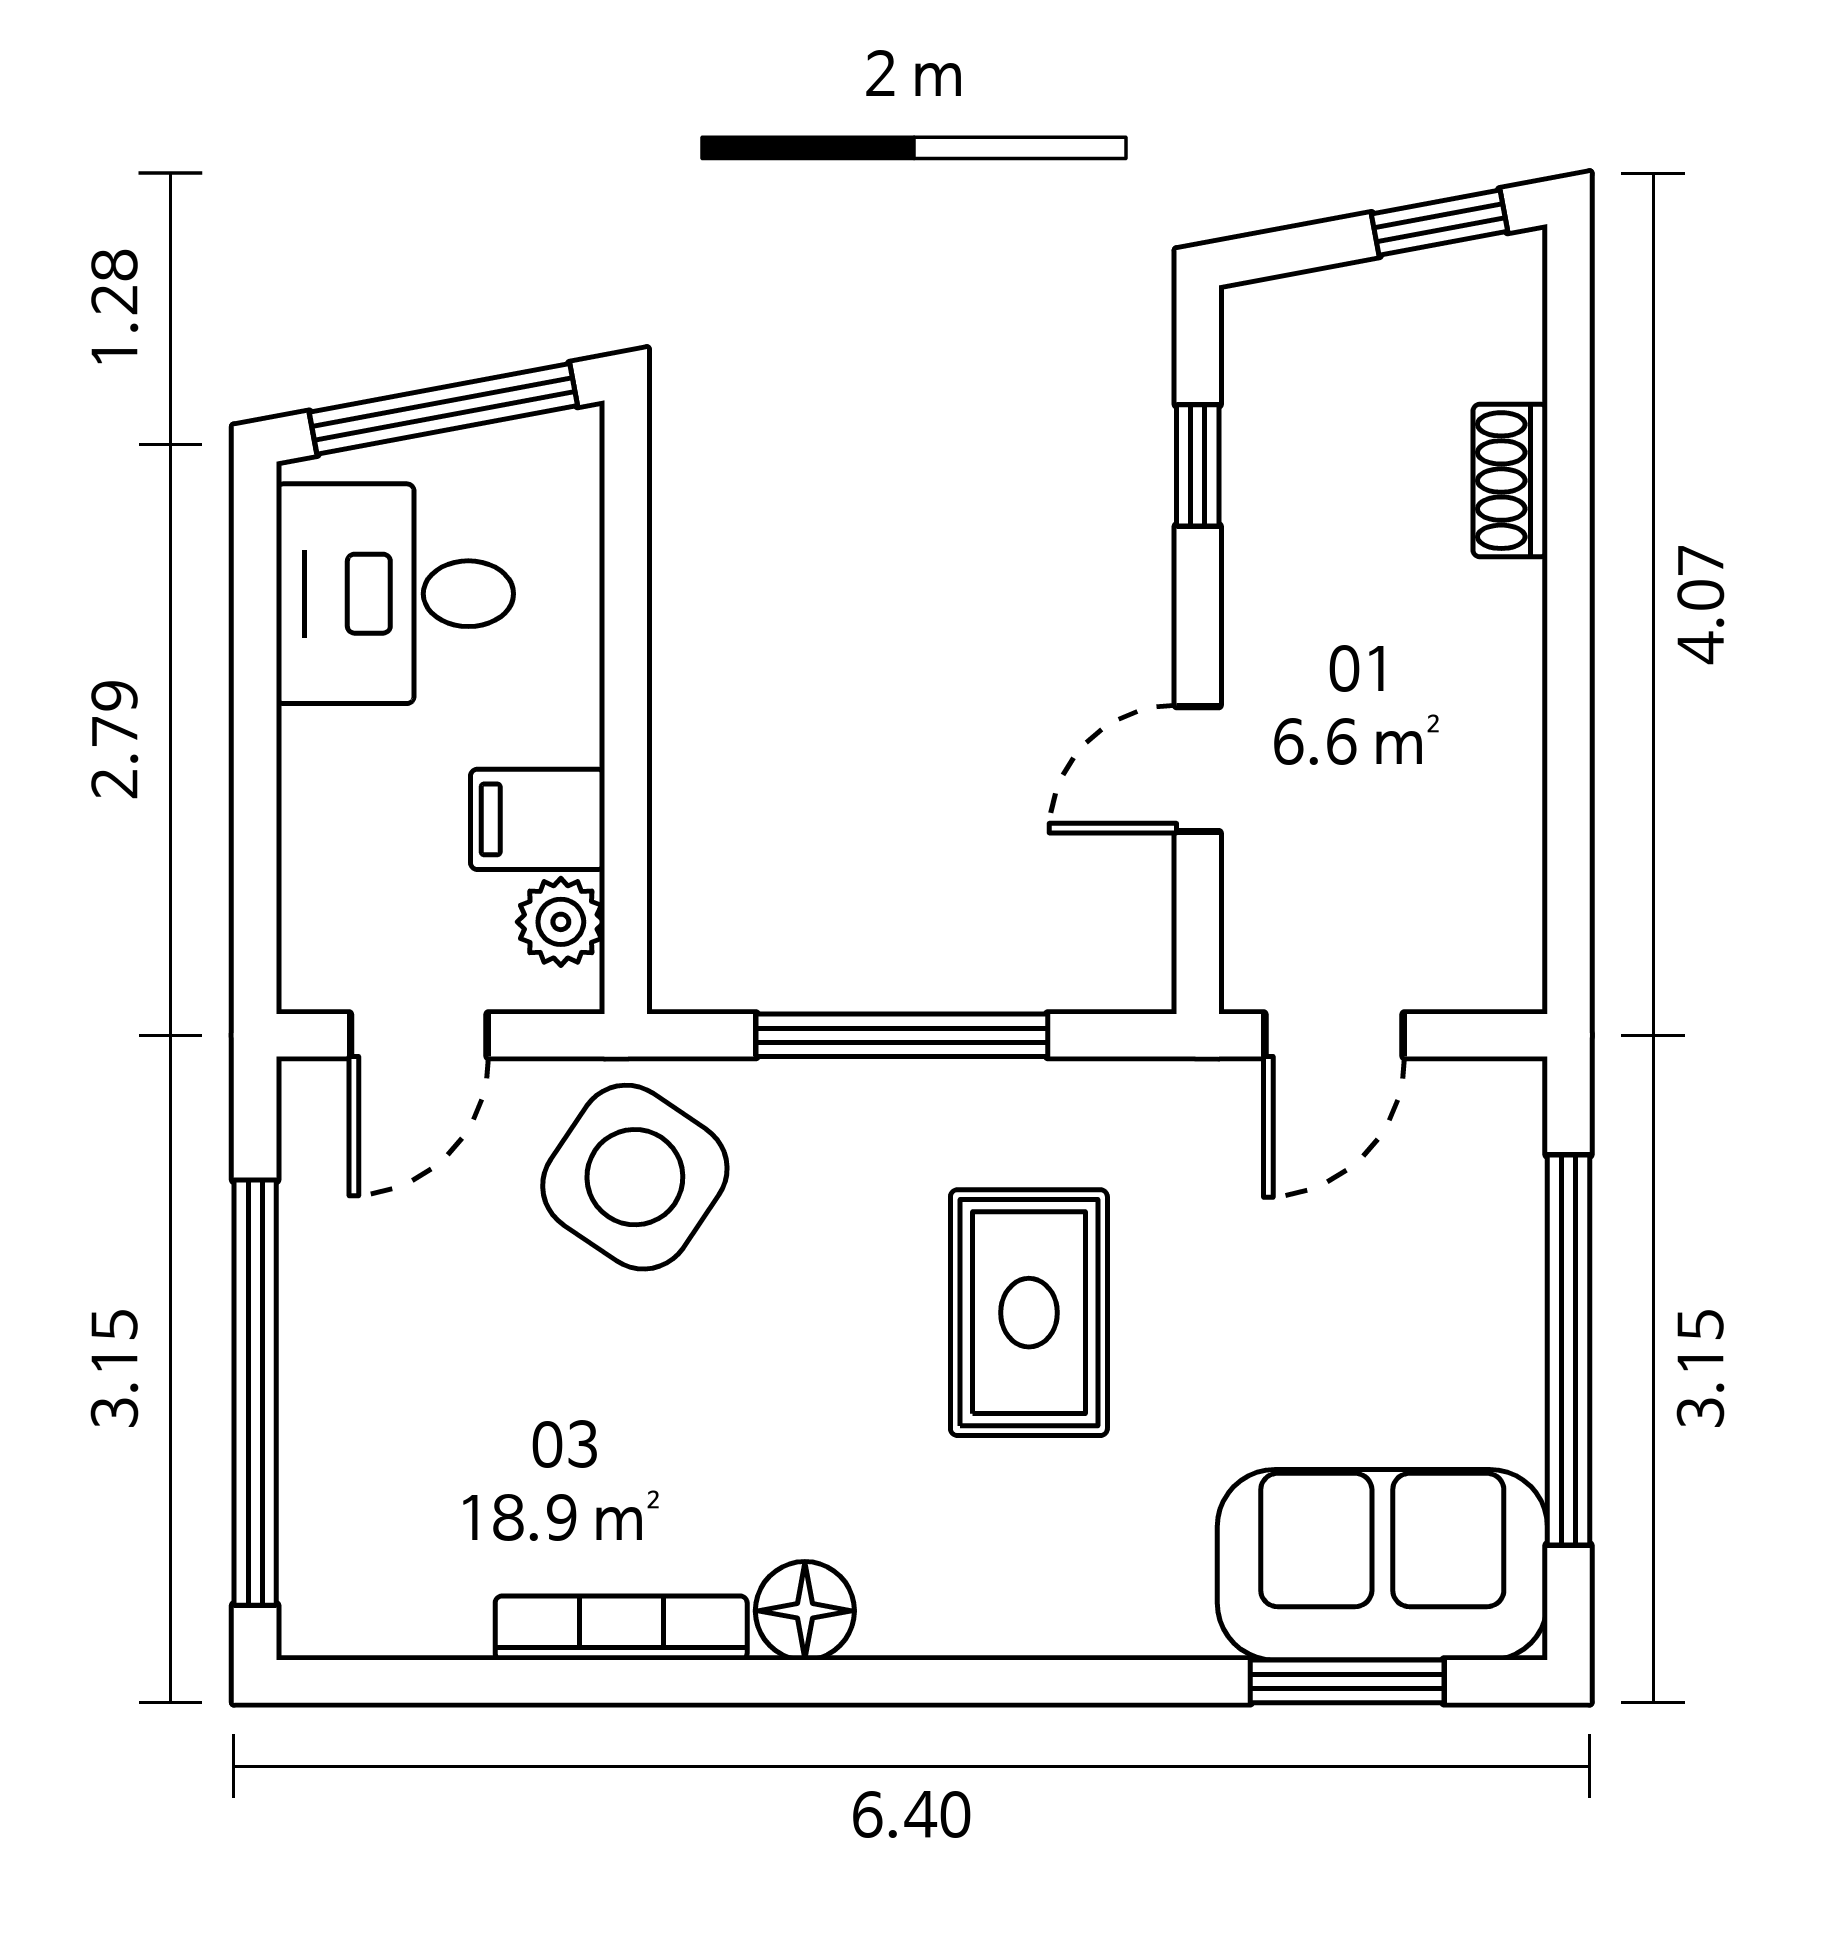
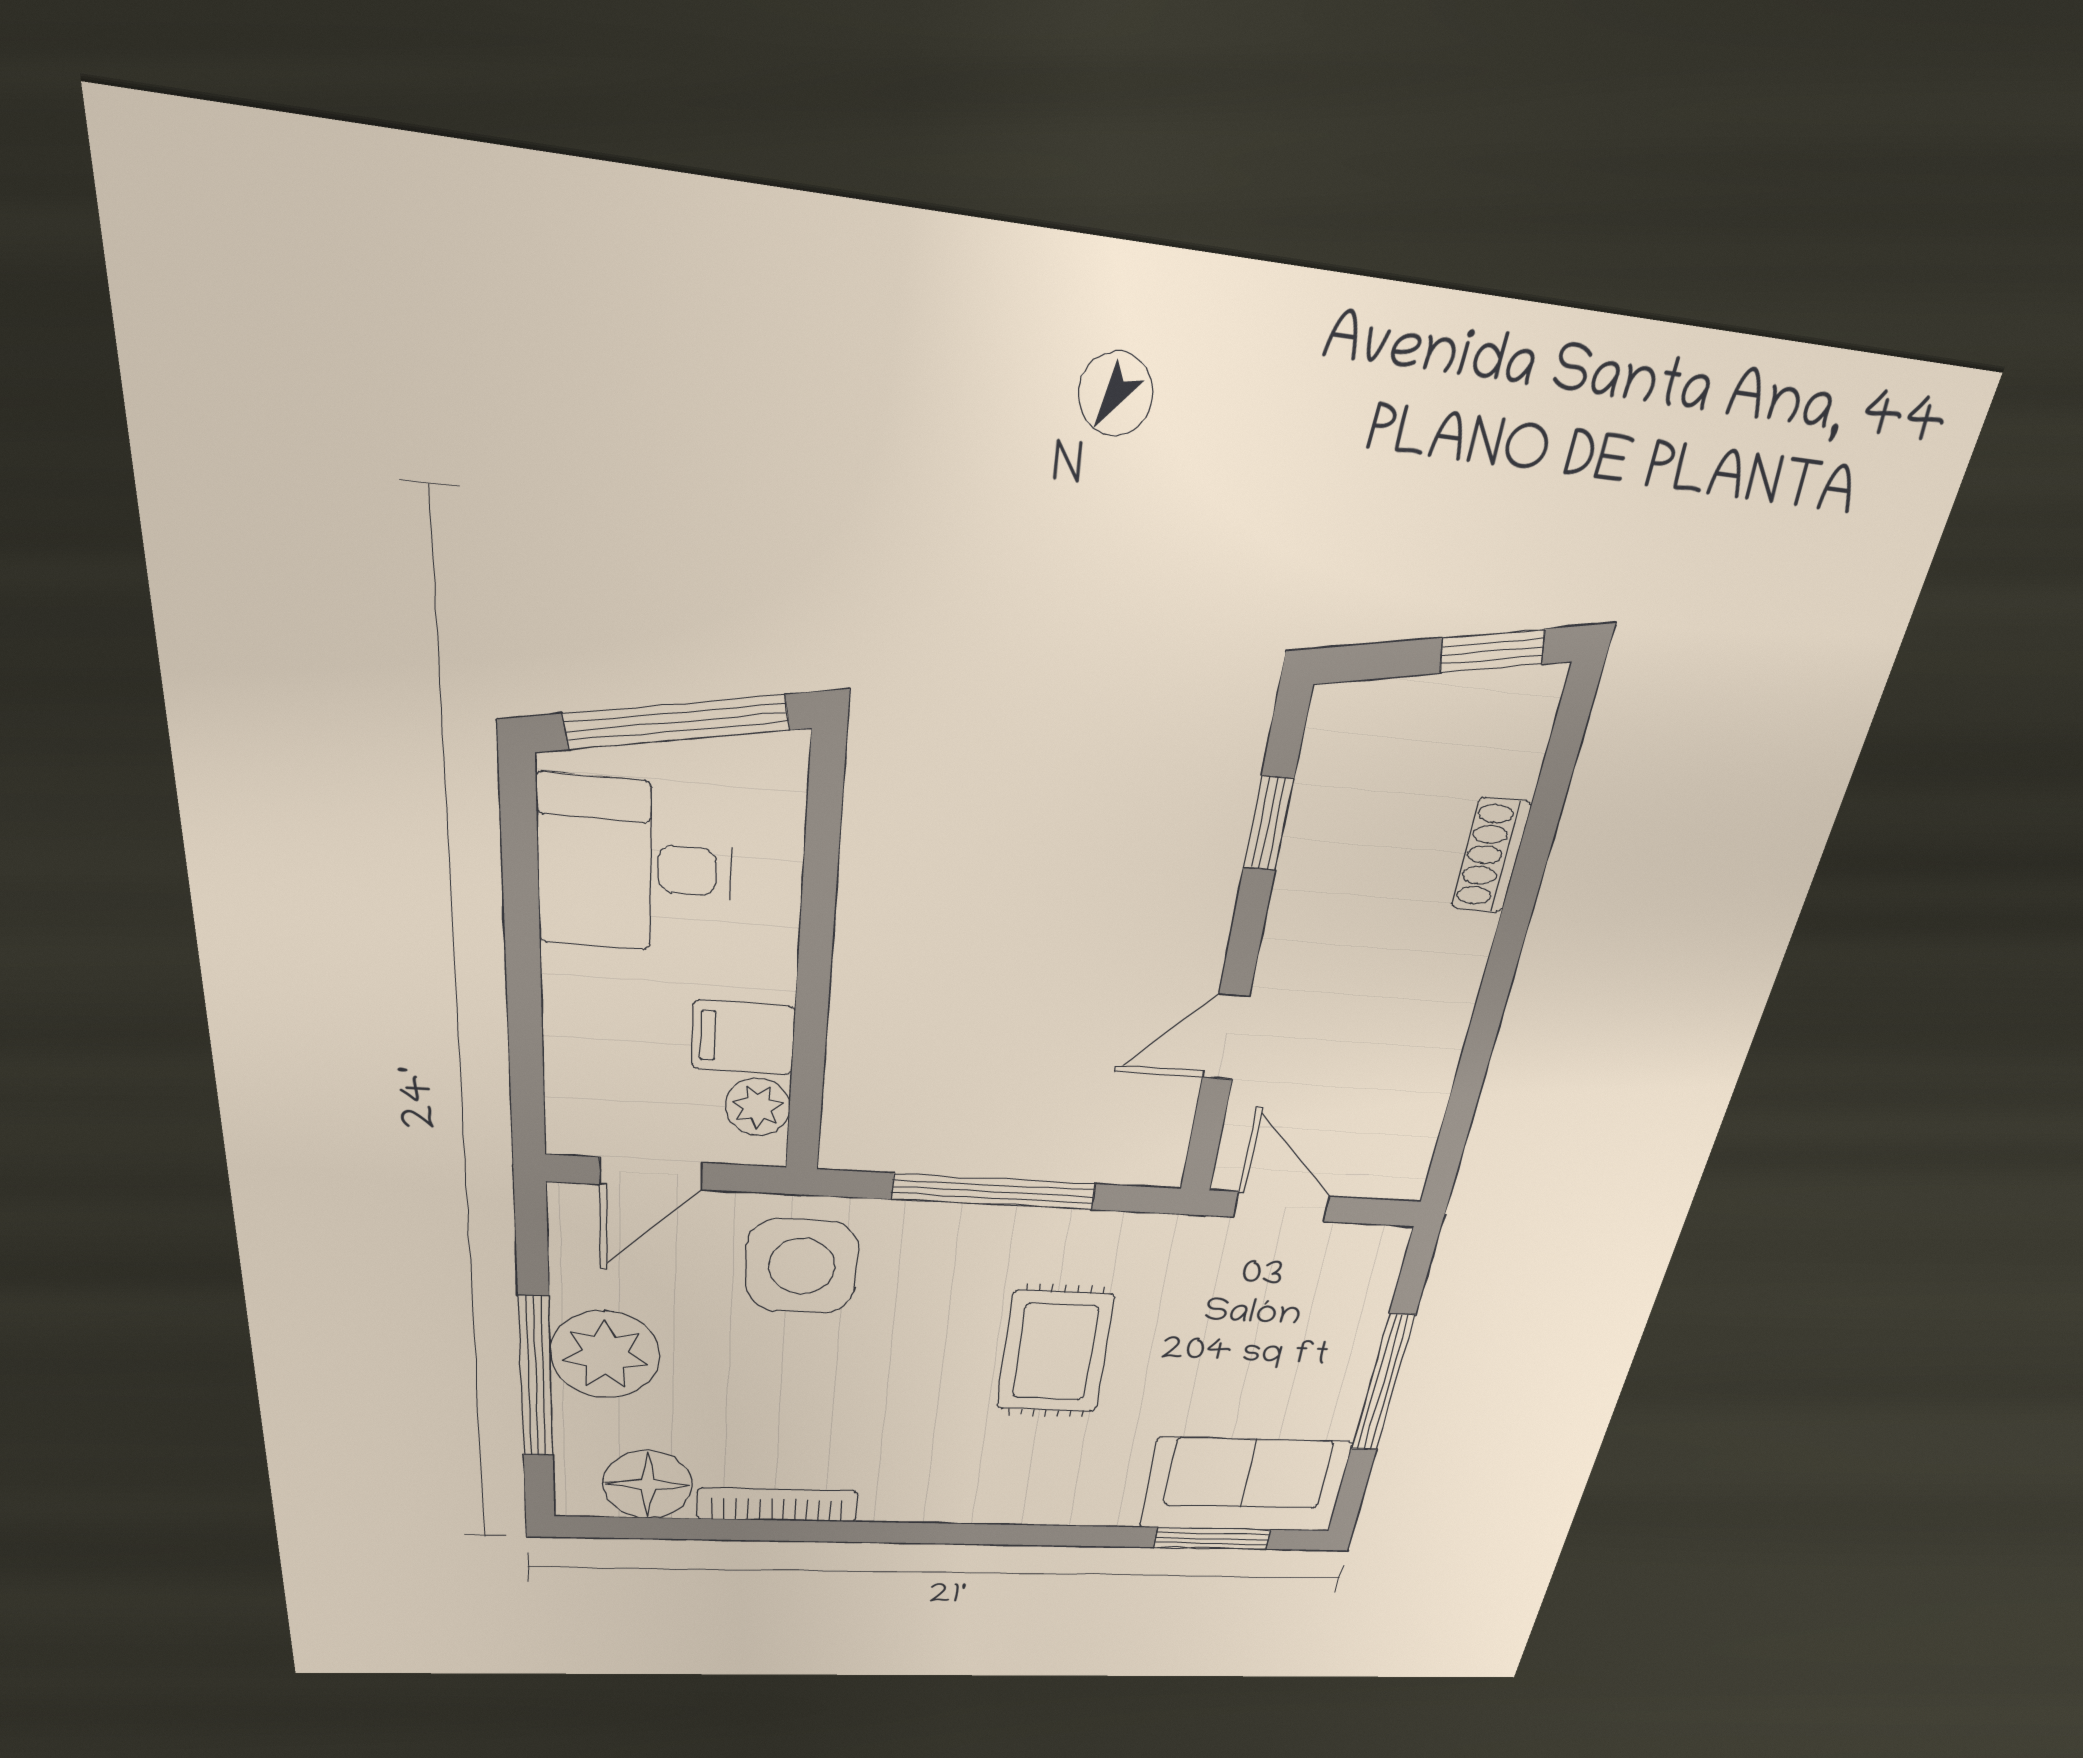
door: (1334, 1035) -> (1282, 1207), swing flipped
side table: (635, 1177) -> (802, 1266), turned -34
plant: (355, 1347) -> (605, 1355), added
window: (1568, 1350) -> (1383, 1383), width x0.68
window: (255, 1393) -> (536, 1377), width x0.68
floor lamp: (805, 1611) -> (648, 1485), moved, width x1.38, depth x1.38

